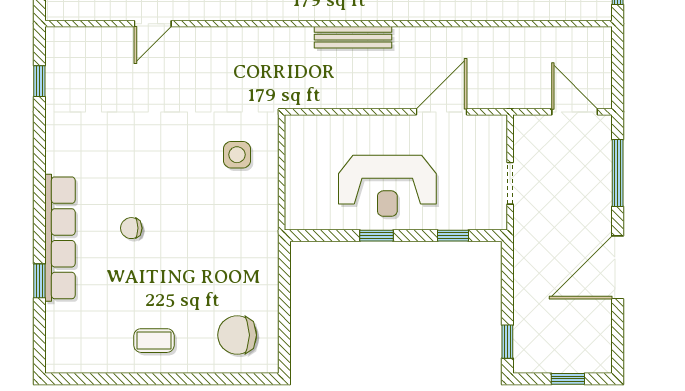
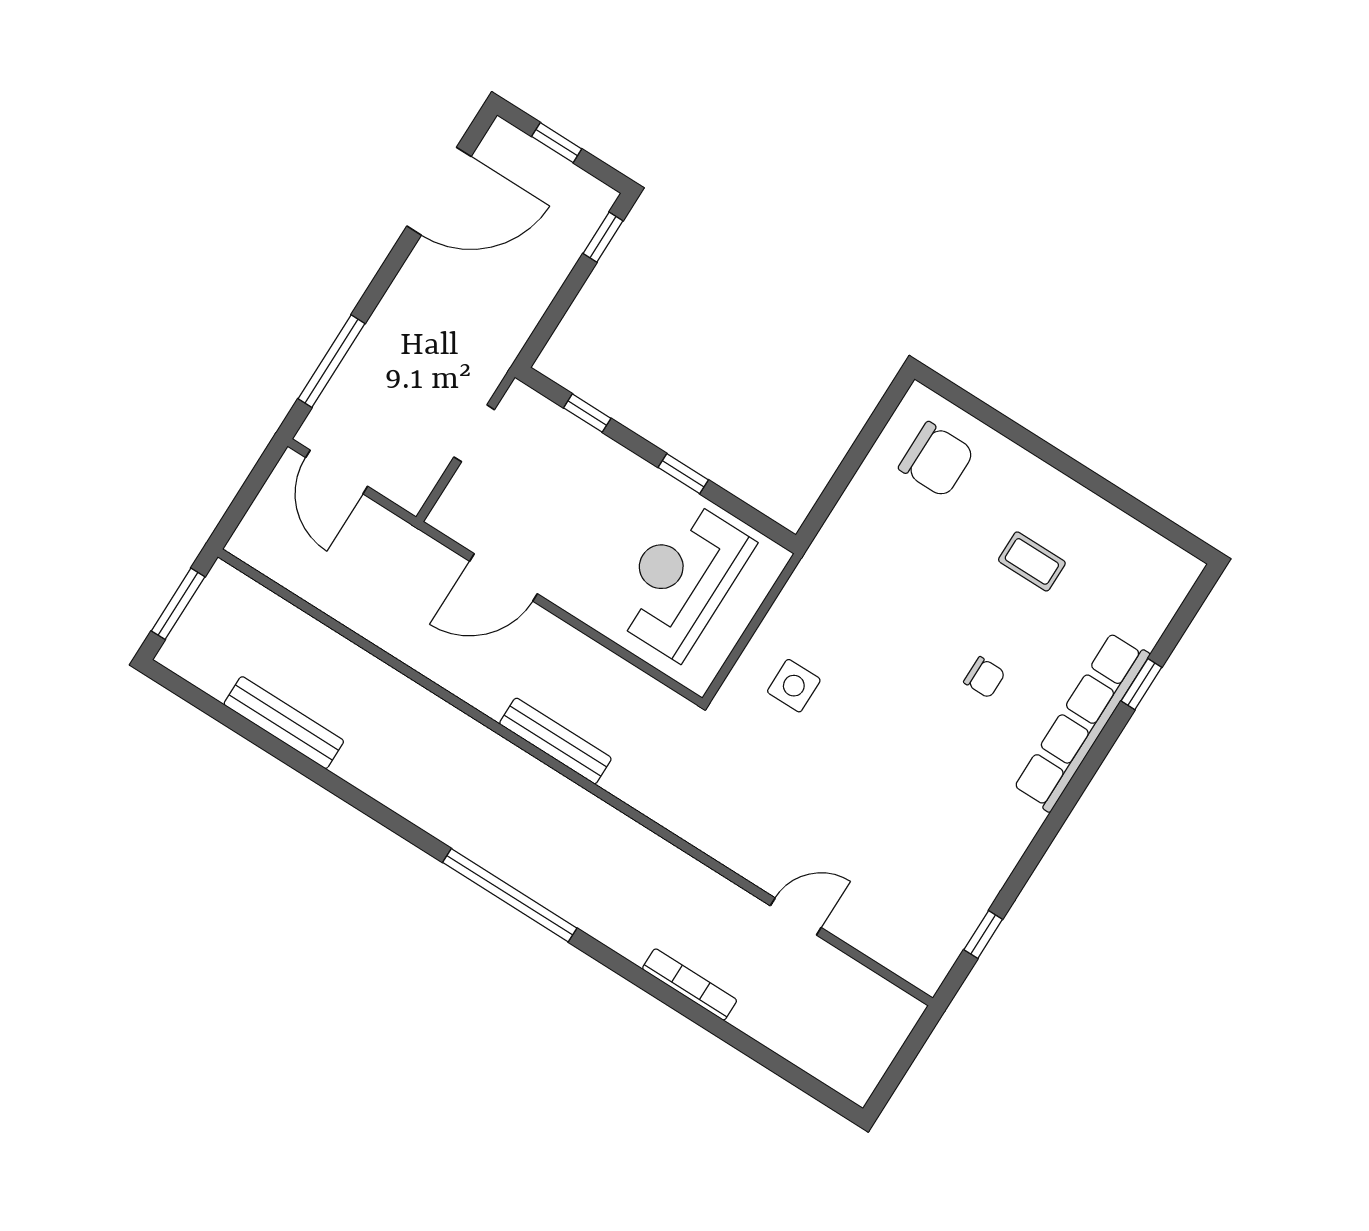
reception desk: (387, 186) -> (681, 579), moved, turned -90
door: (618, 267) -> (439, 191), moved
coffee table: (154, 341) -> (1032, 561), moved

